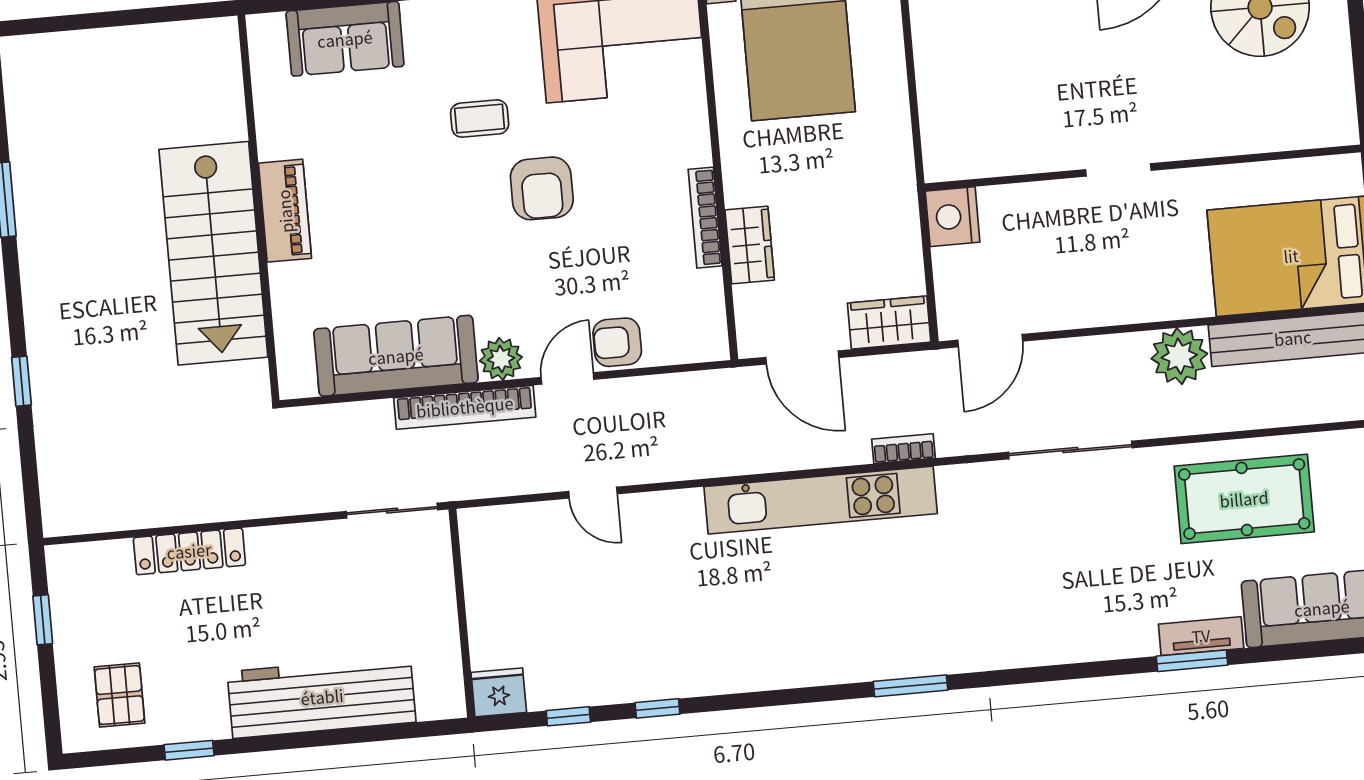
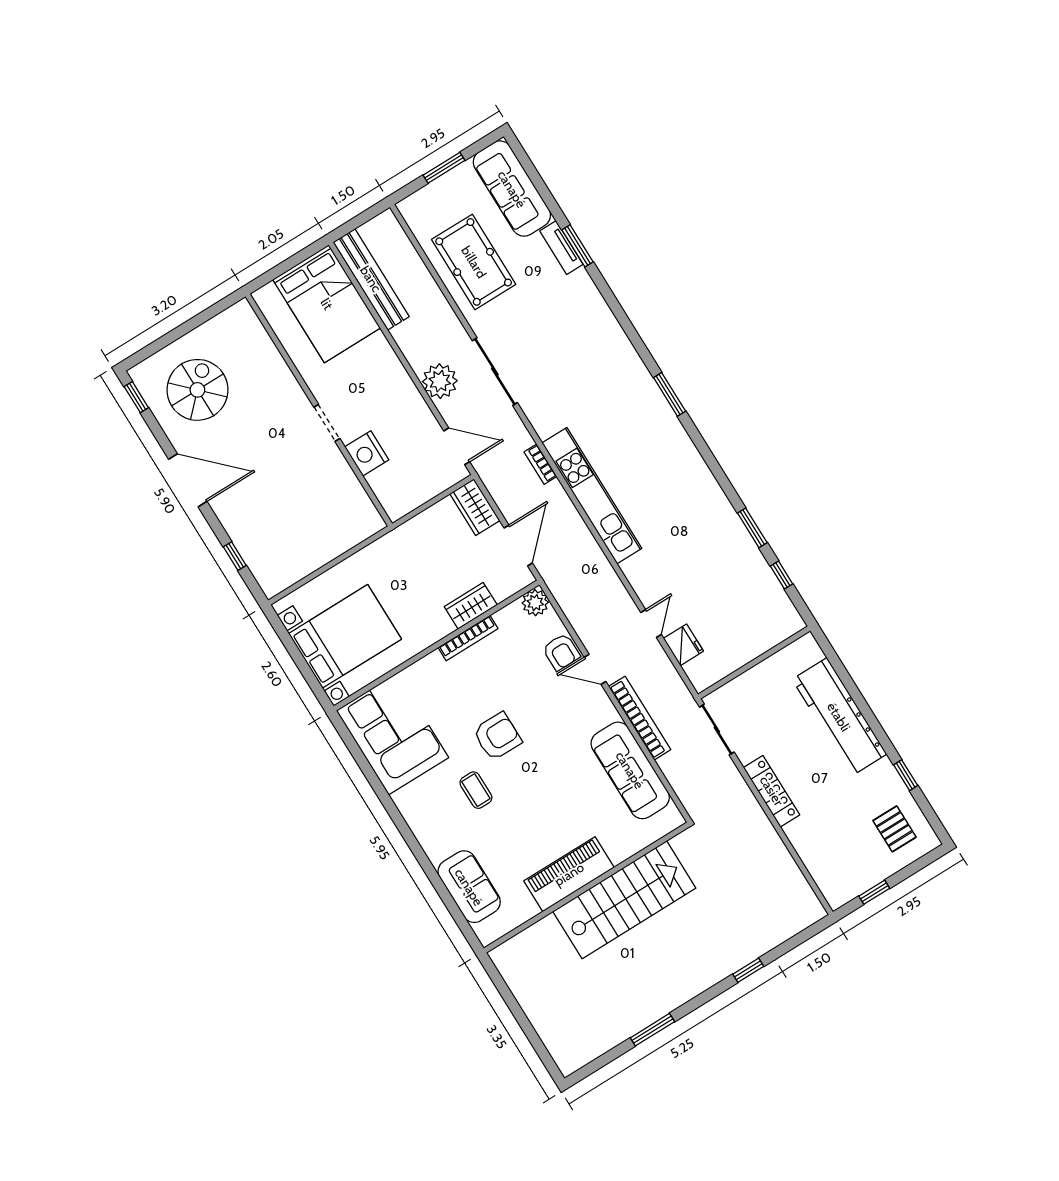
piano: (285, 211) -> (569, 874), width x1.37, depth x1.33
nightstand: (953, 217) -> (367, 453), moved, turned 90
plant: (1179, 356) -> (440, 381), moved
plant: (501, 359) -> (535, 603), moved
locker: (189, 551) -> (772, 791), moved
fridge: (499, 692) -> (683, 645), moved, turned 180
pallet: (119, 695) -> (894, 829), turned 90
window: (657, 708) -> (752, 528), width x1.50

